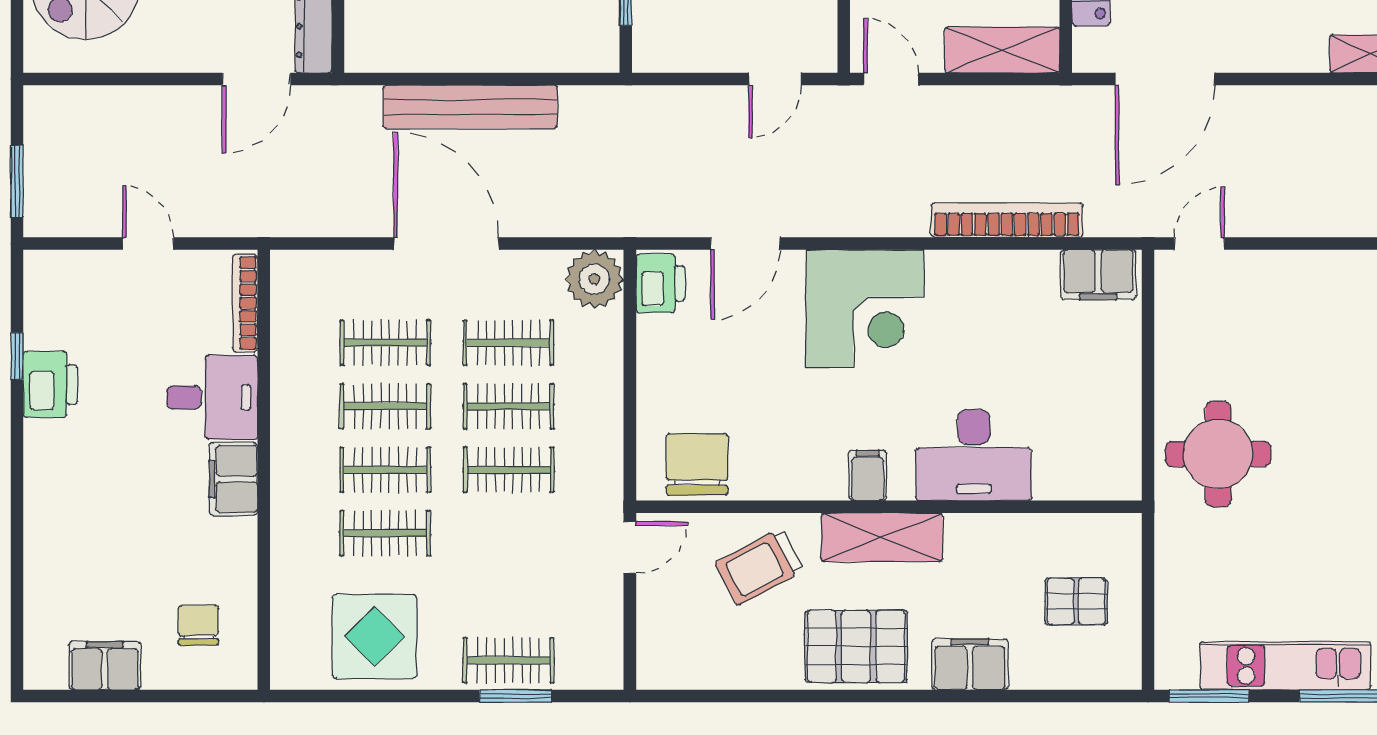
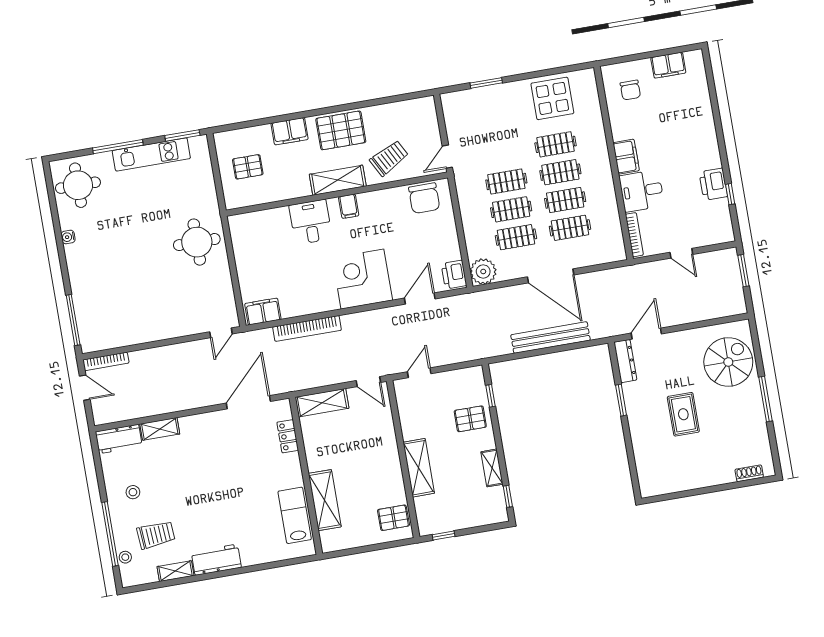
desk: (974, 455) -> (311, 222), width x0.73
clothes rail: (509, 660) -> (492, 98), removed

